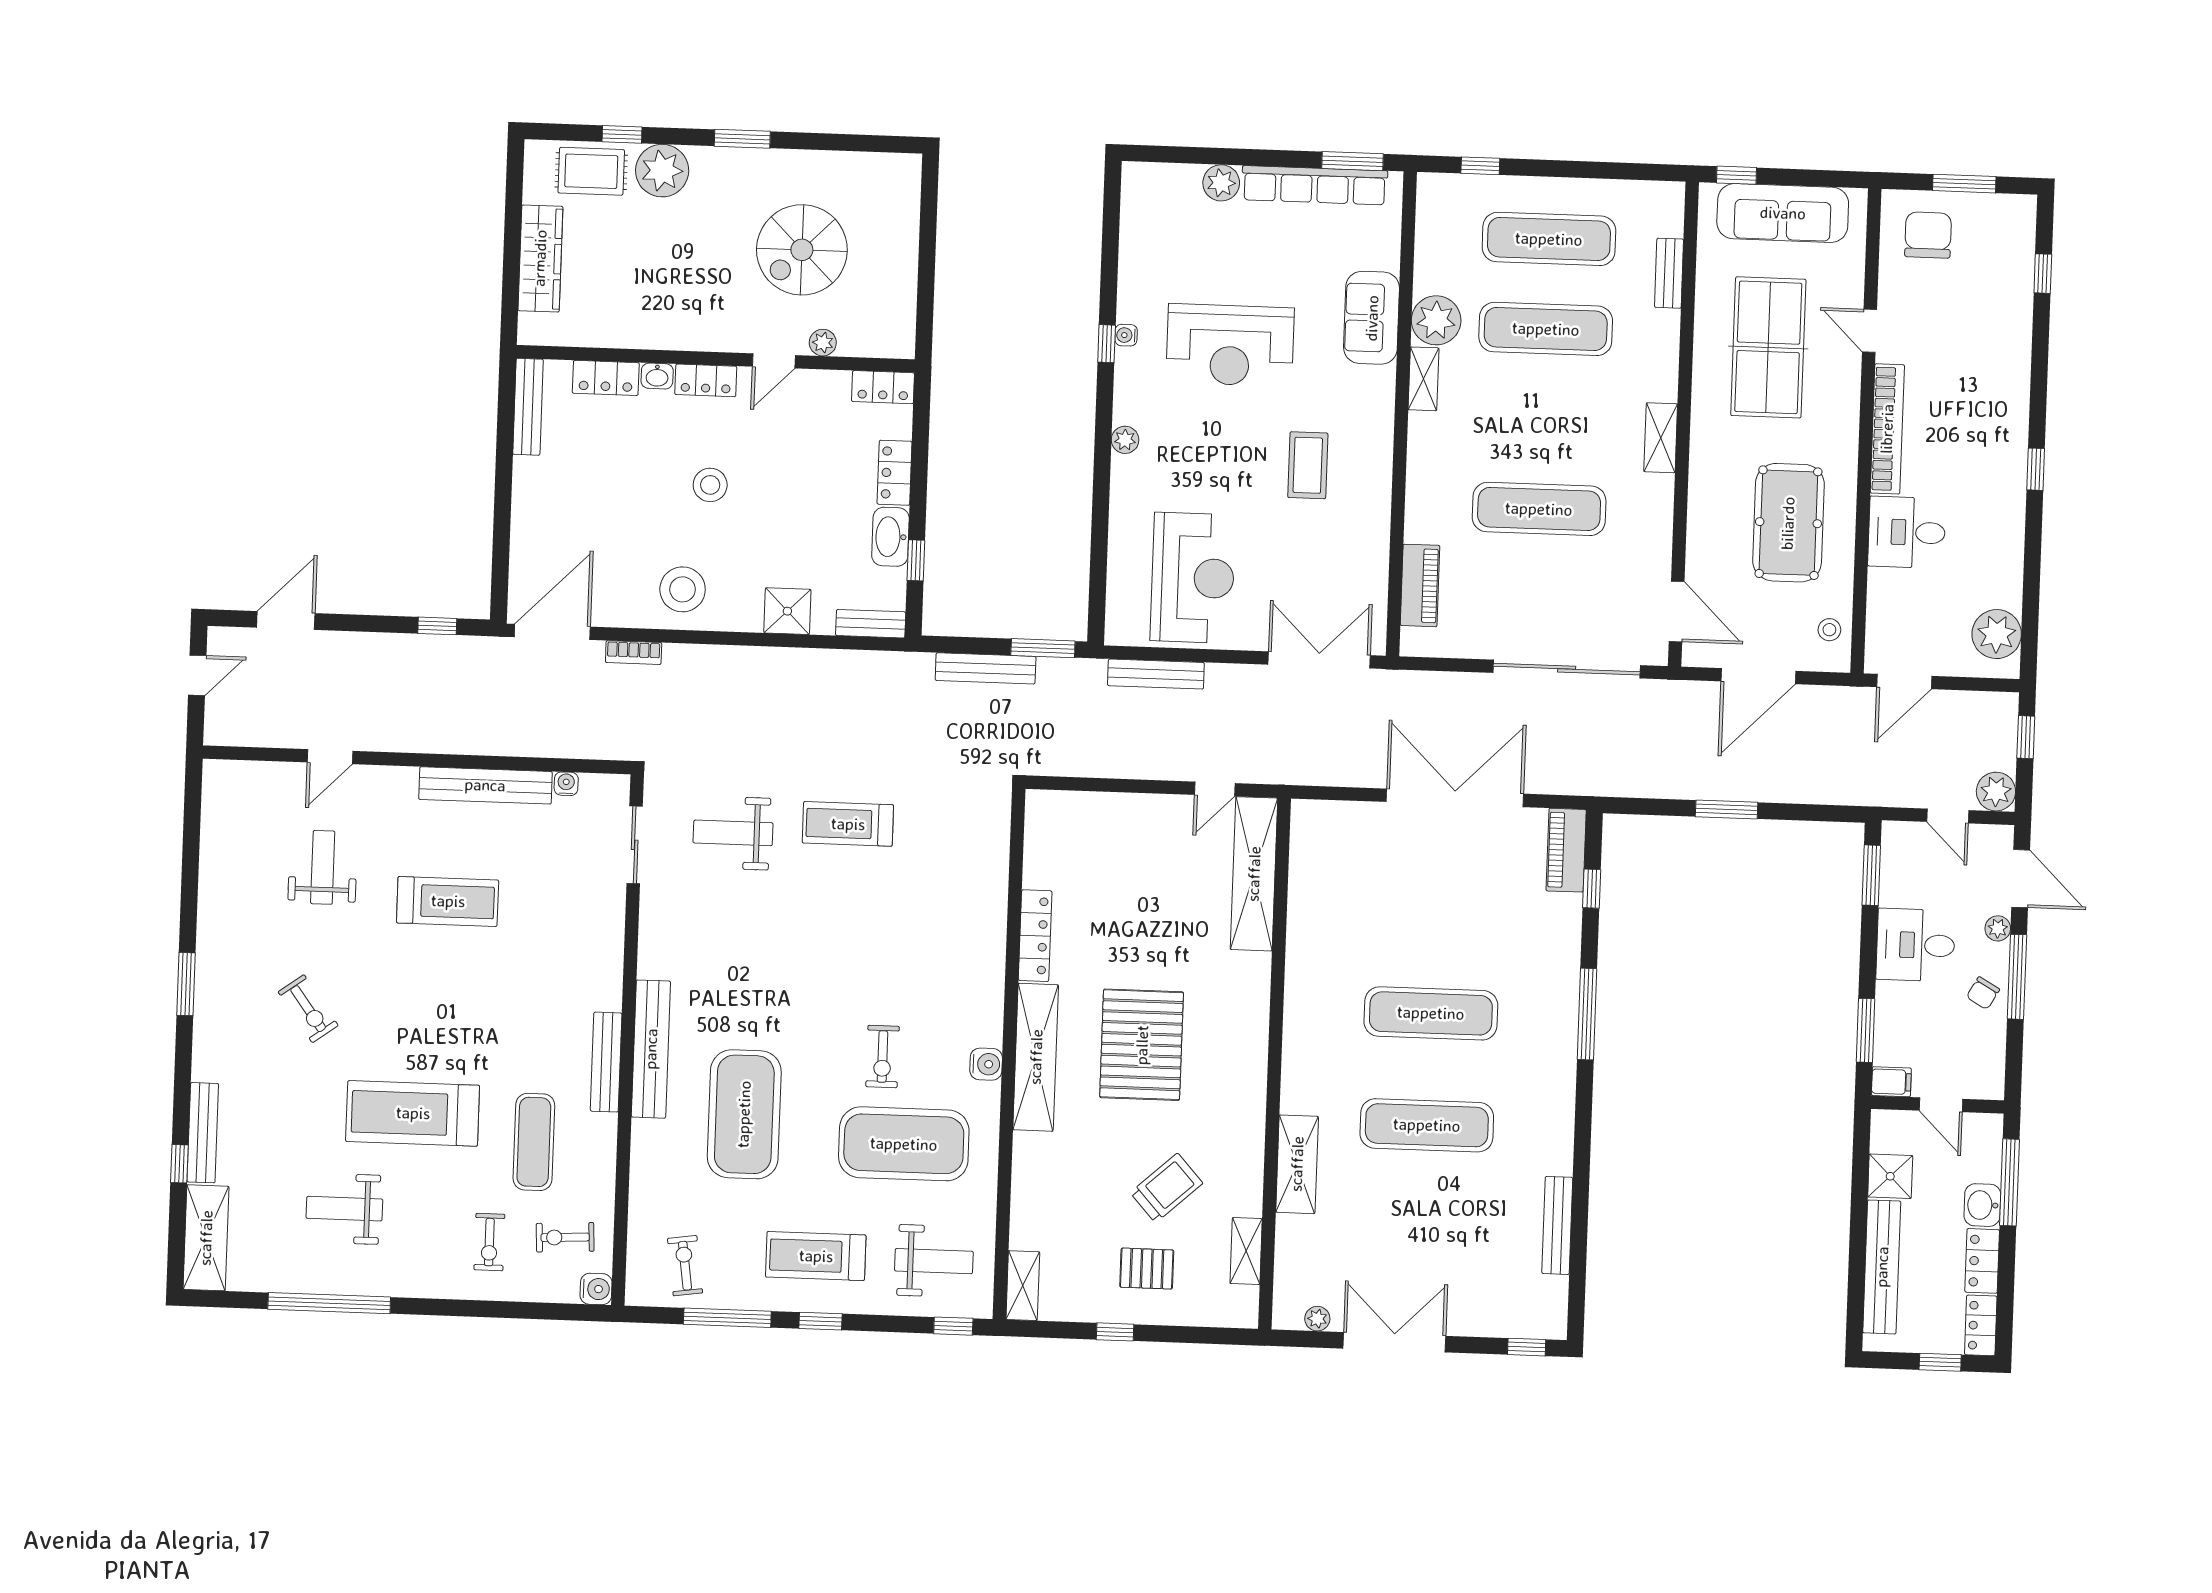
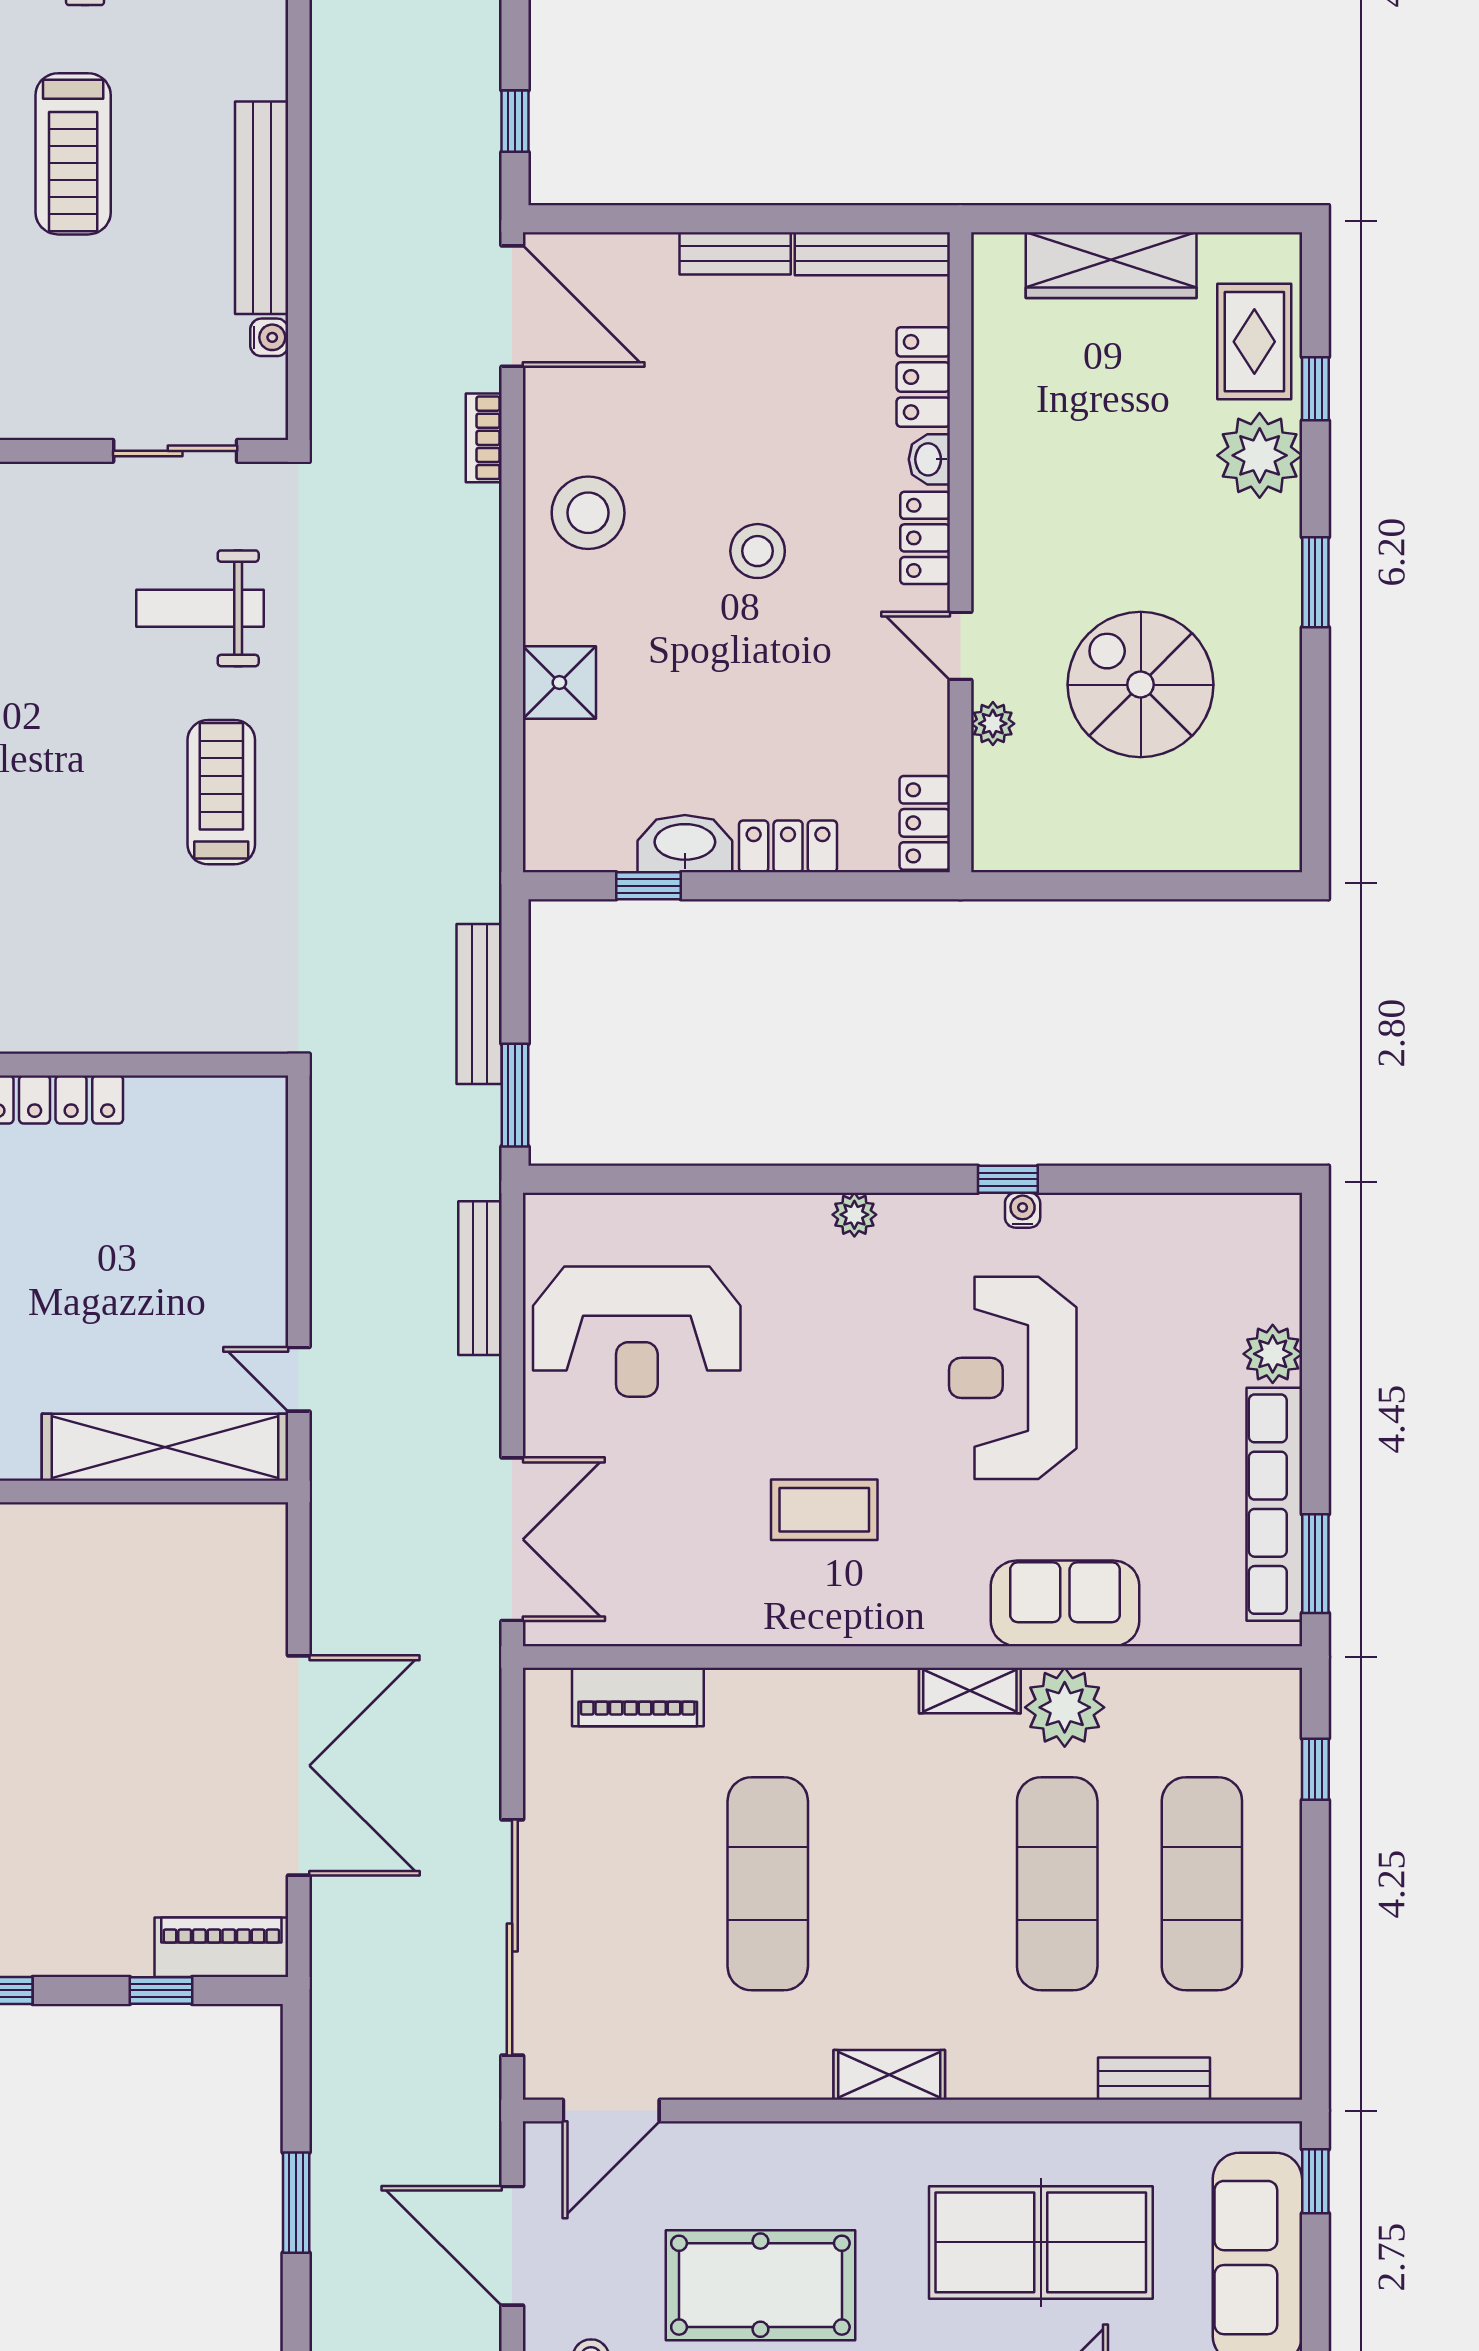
bench: (871, 624) -> (735, 253), moved, turned 90
weight bench: (733, 833) -> (200, 608), turned -90

